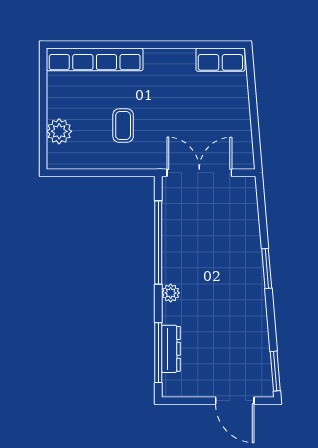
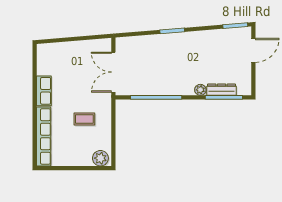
row of seats: (220, 60) -> (44, 91), moved
plant: (59, 131) -> (100, 158), moved
plant: (171, 293) -> (200, 90), moved

